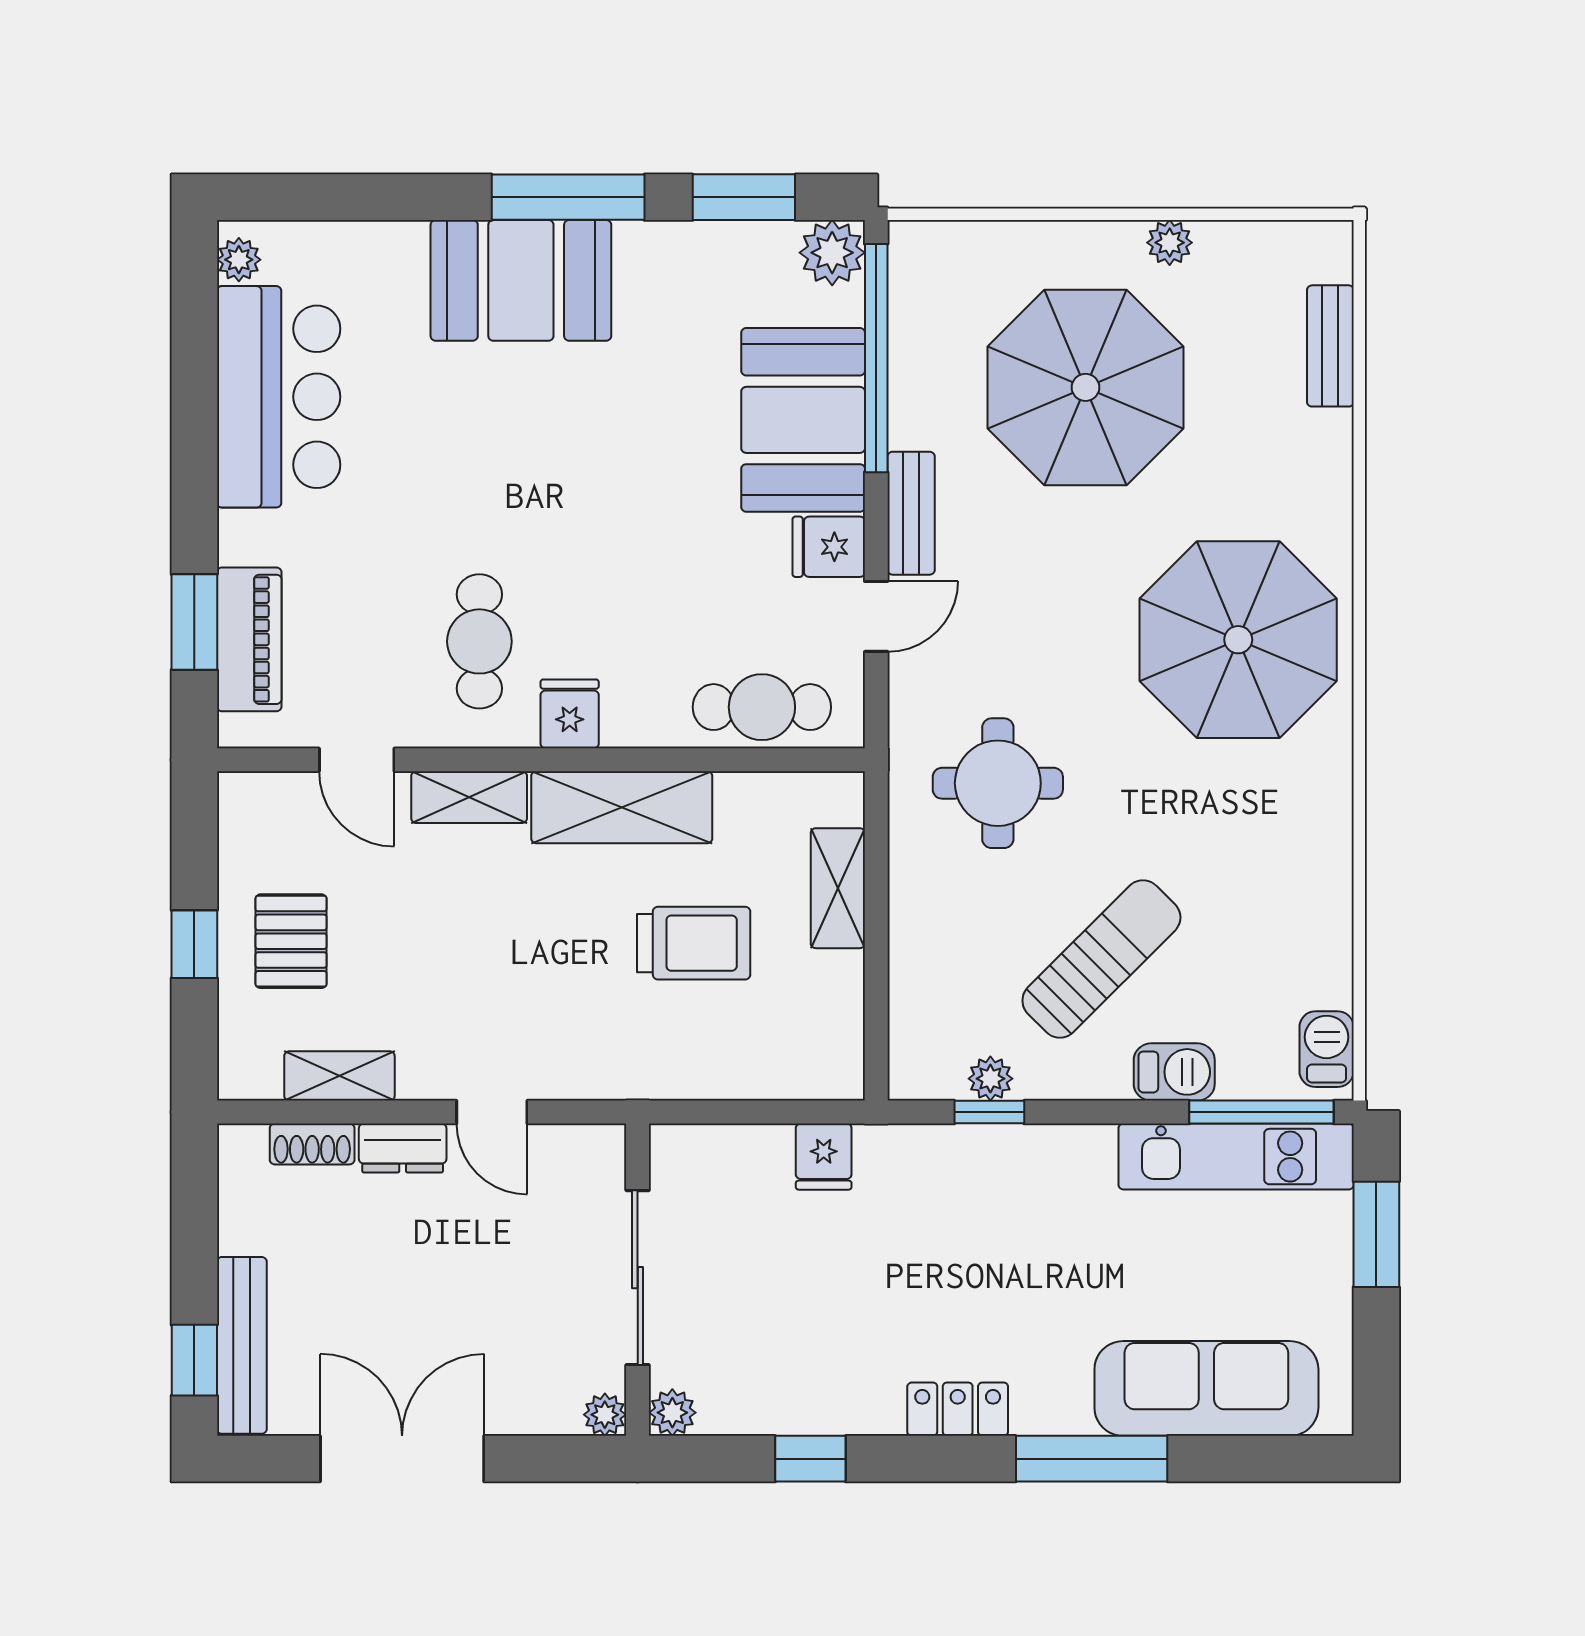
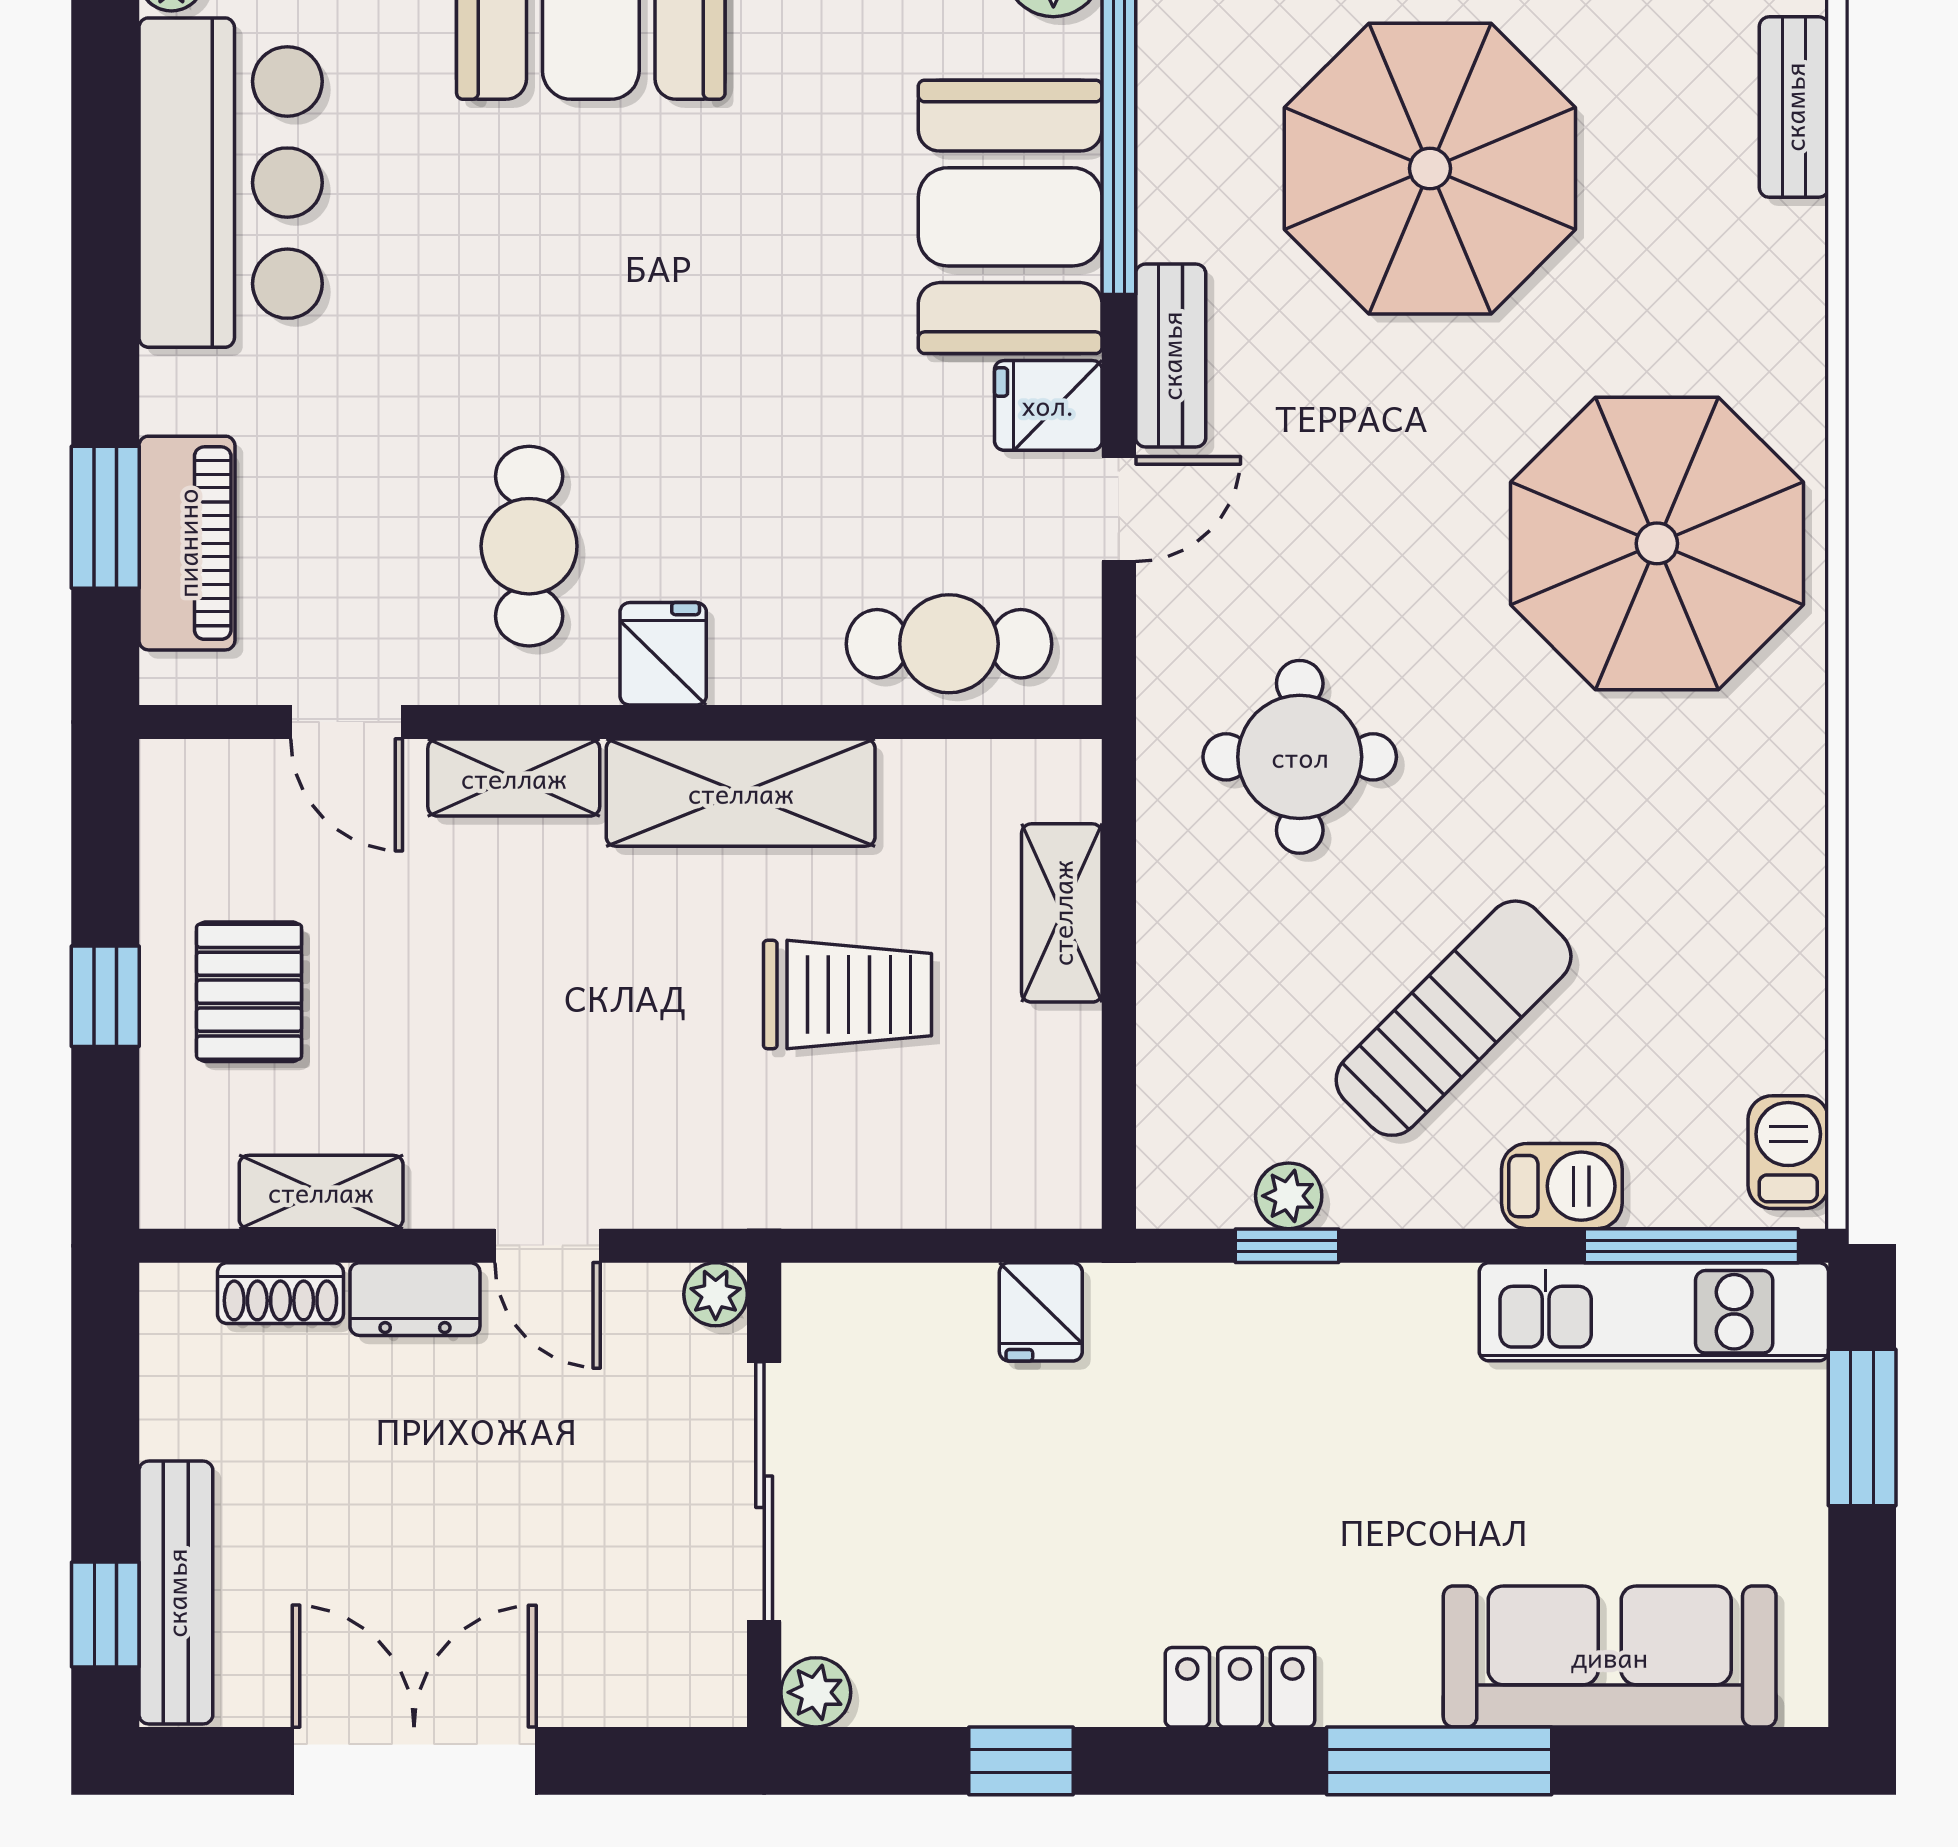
plant: (605, 1415) -> (716, 1294), moved

